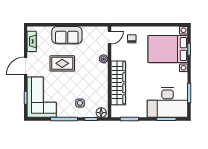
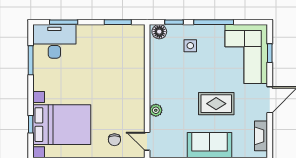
door: (109, 38) -> (147, 141), hinge flipped
wardrobe: (118, 83) -> (134, 75), removed
desk: (167, 102) -> (54, 41), width x0.73, depth x0.77

